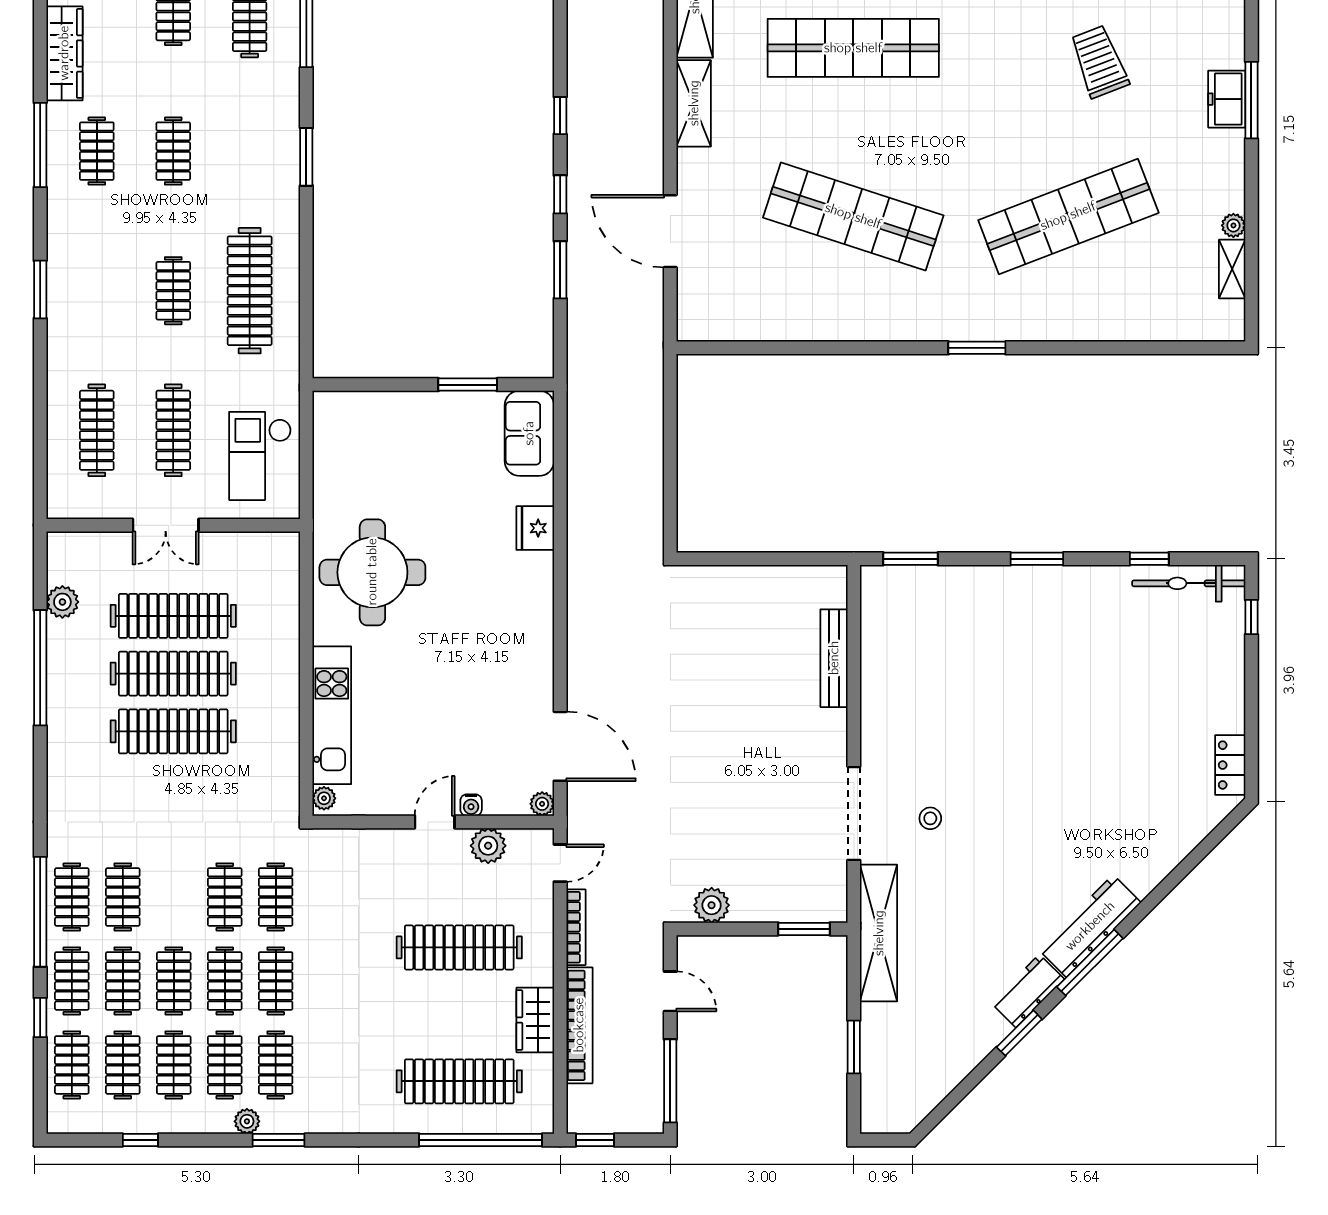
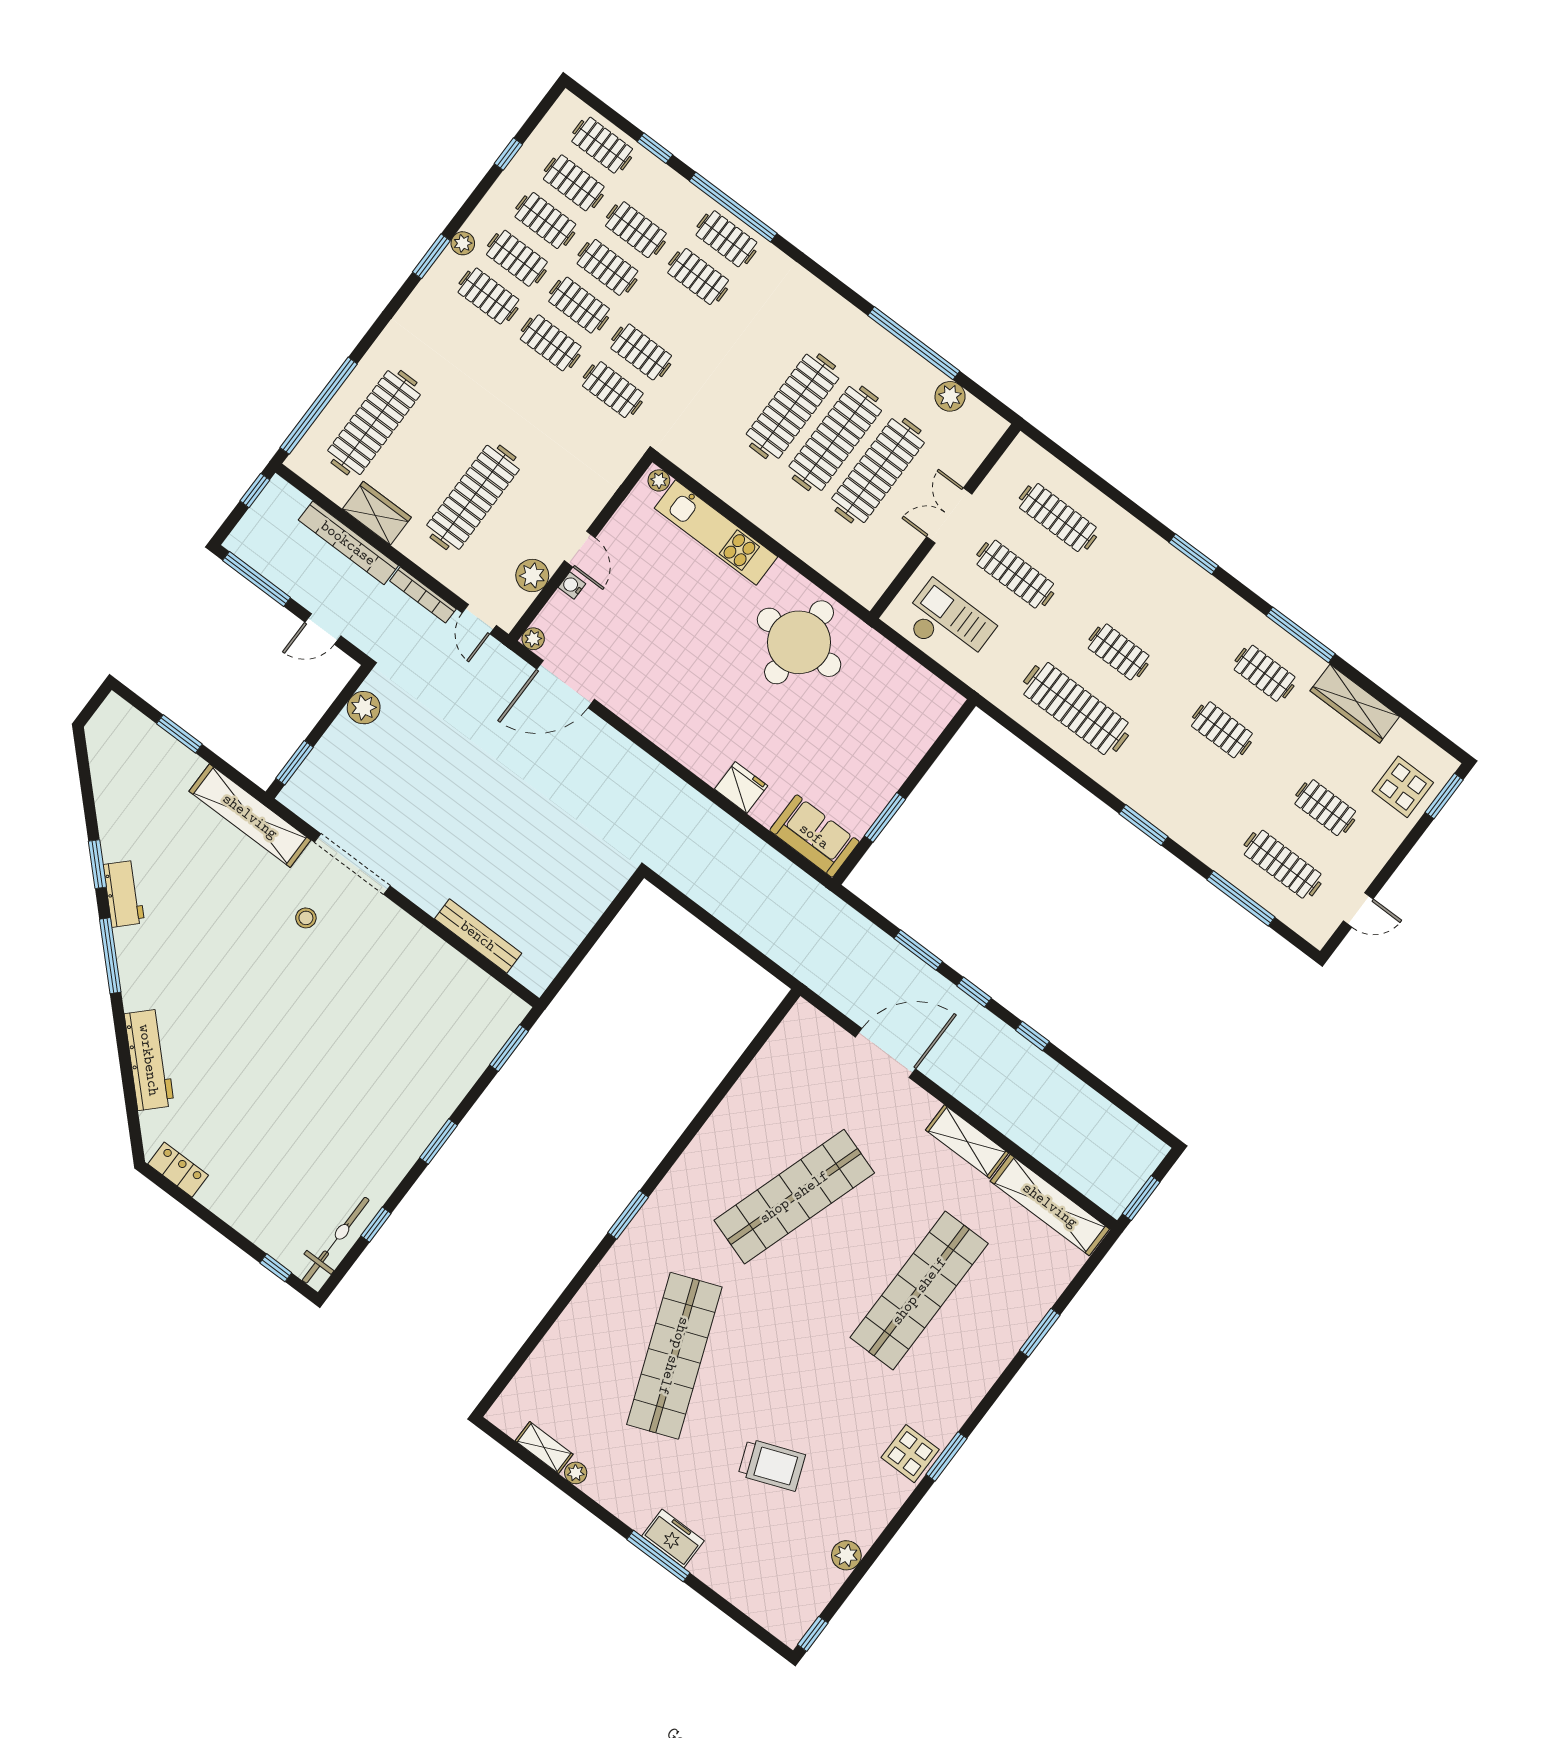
workbench: (1090, 926) -> (149, 1060), moved
clothes rail: (72, 981) -> (664, 192), removed

